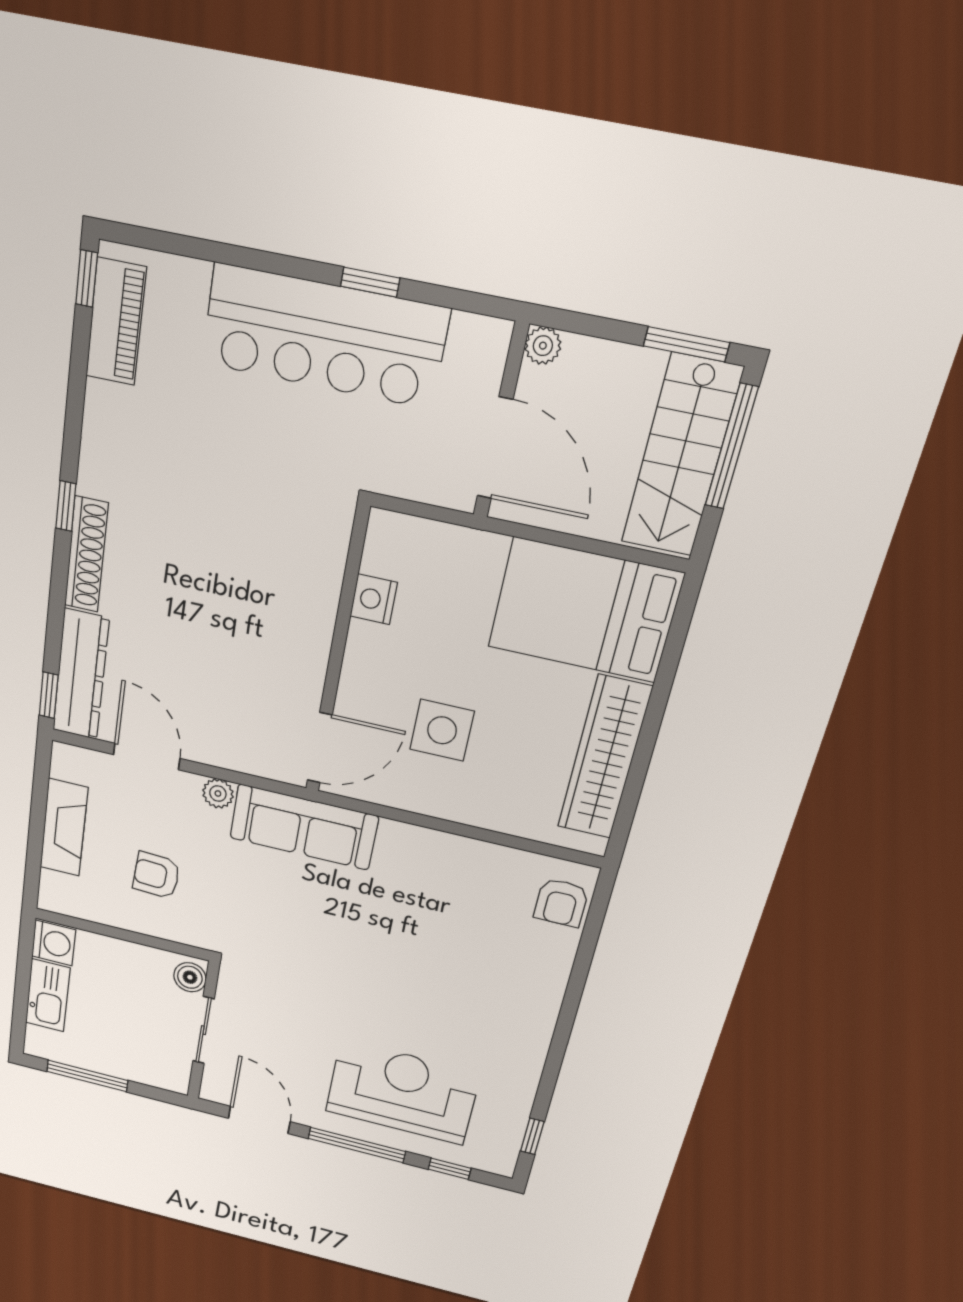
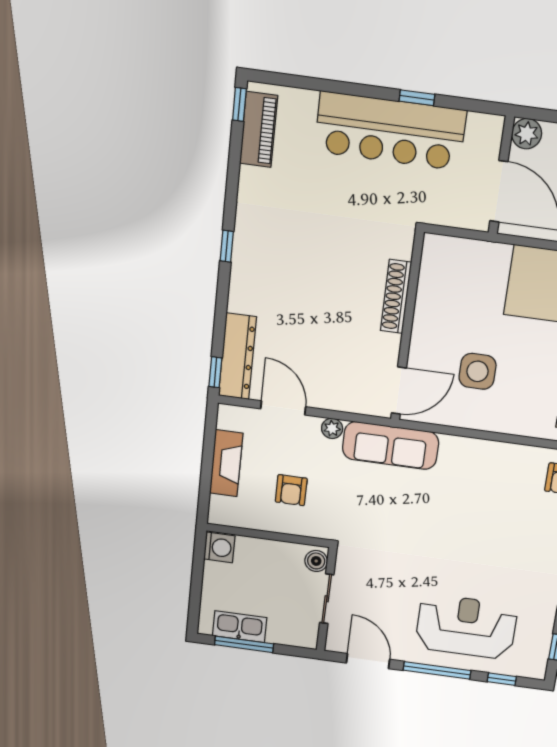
plant: (543, 346) -> (527, 134), width x1.38, depth x1.38
shoe rack: (86, 555) -> (396, 297), moved, turned 180
nightstand: (374, 599) -> (429, 290), removed
armchair: (156, 875) -> (291, 490), turned -93
kitchen sink: (48, 995) -> (240, 627), moved, turned -90

